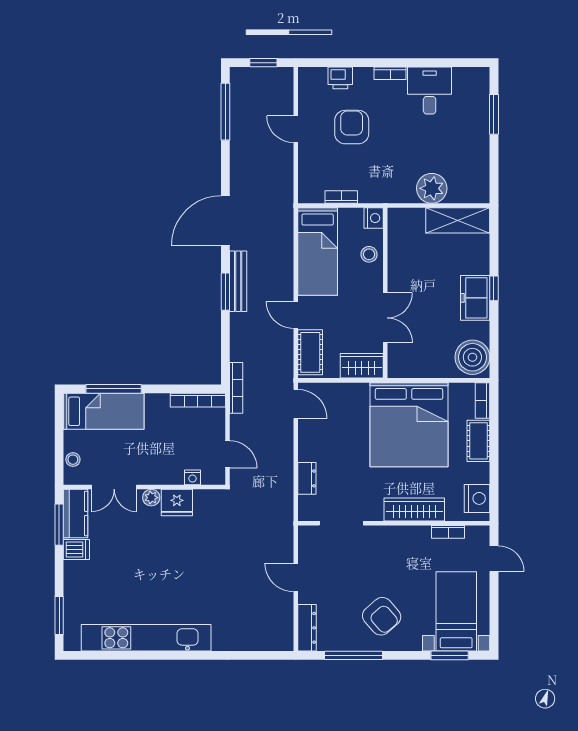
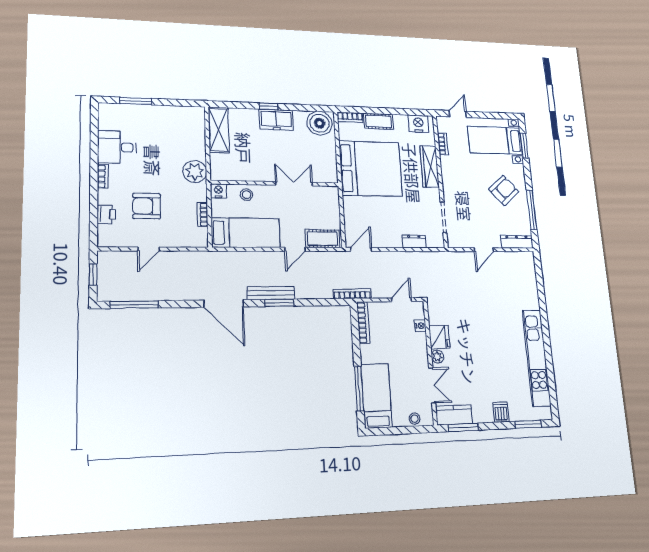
plant: (432, 188) -> (195, 171), moved
wardrobe: (362, 366) -> (330, 201), removed
dishwasher: (76, 550) -> (501, 412), moved

